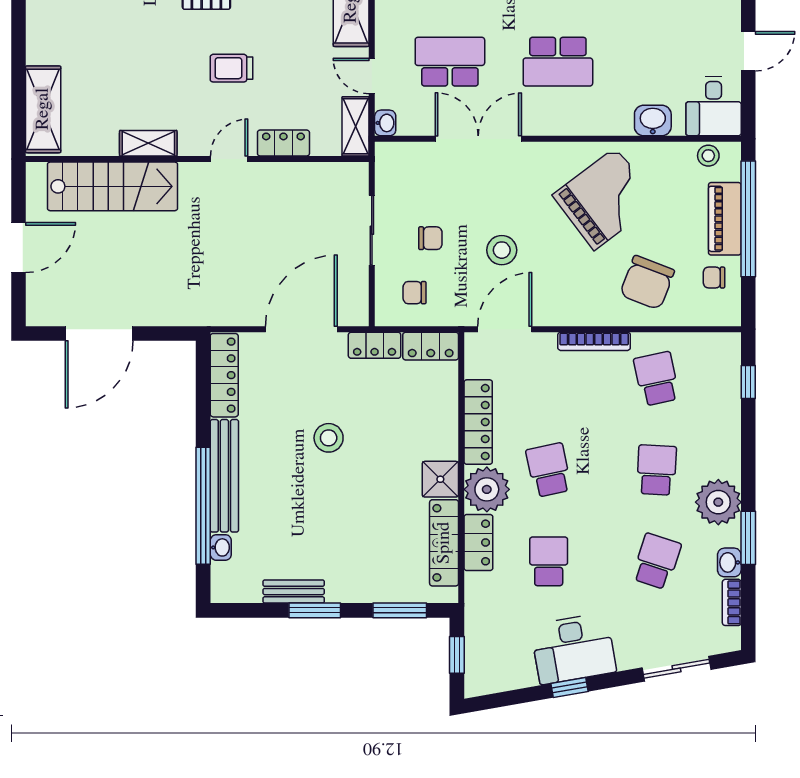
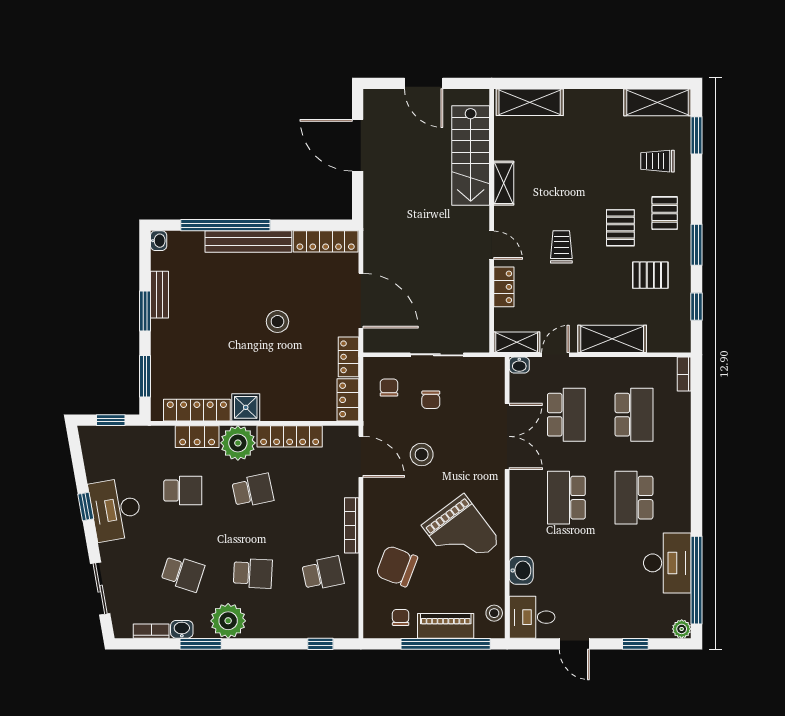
washbasin: (221, 547) -> (159, 241), moved, turned -90

